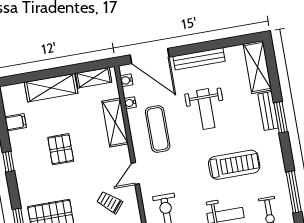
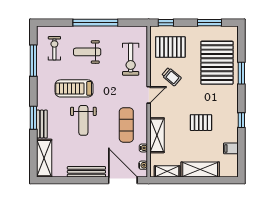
weight bench: (206, 109) -> (83, 120), moved, turned 180
pallet: (61, 149) -> (201, 123), turned 90

